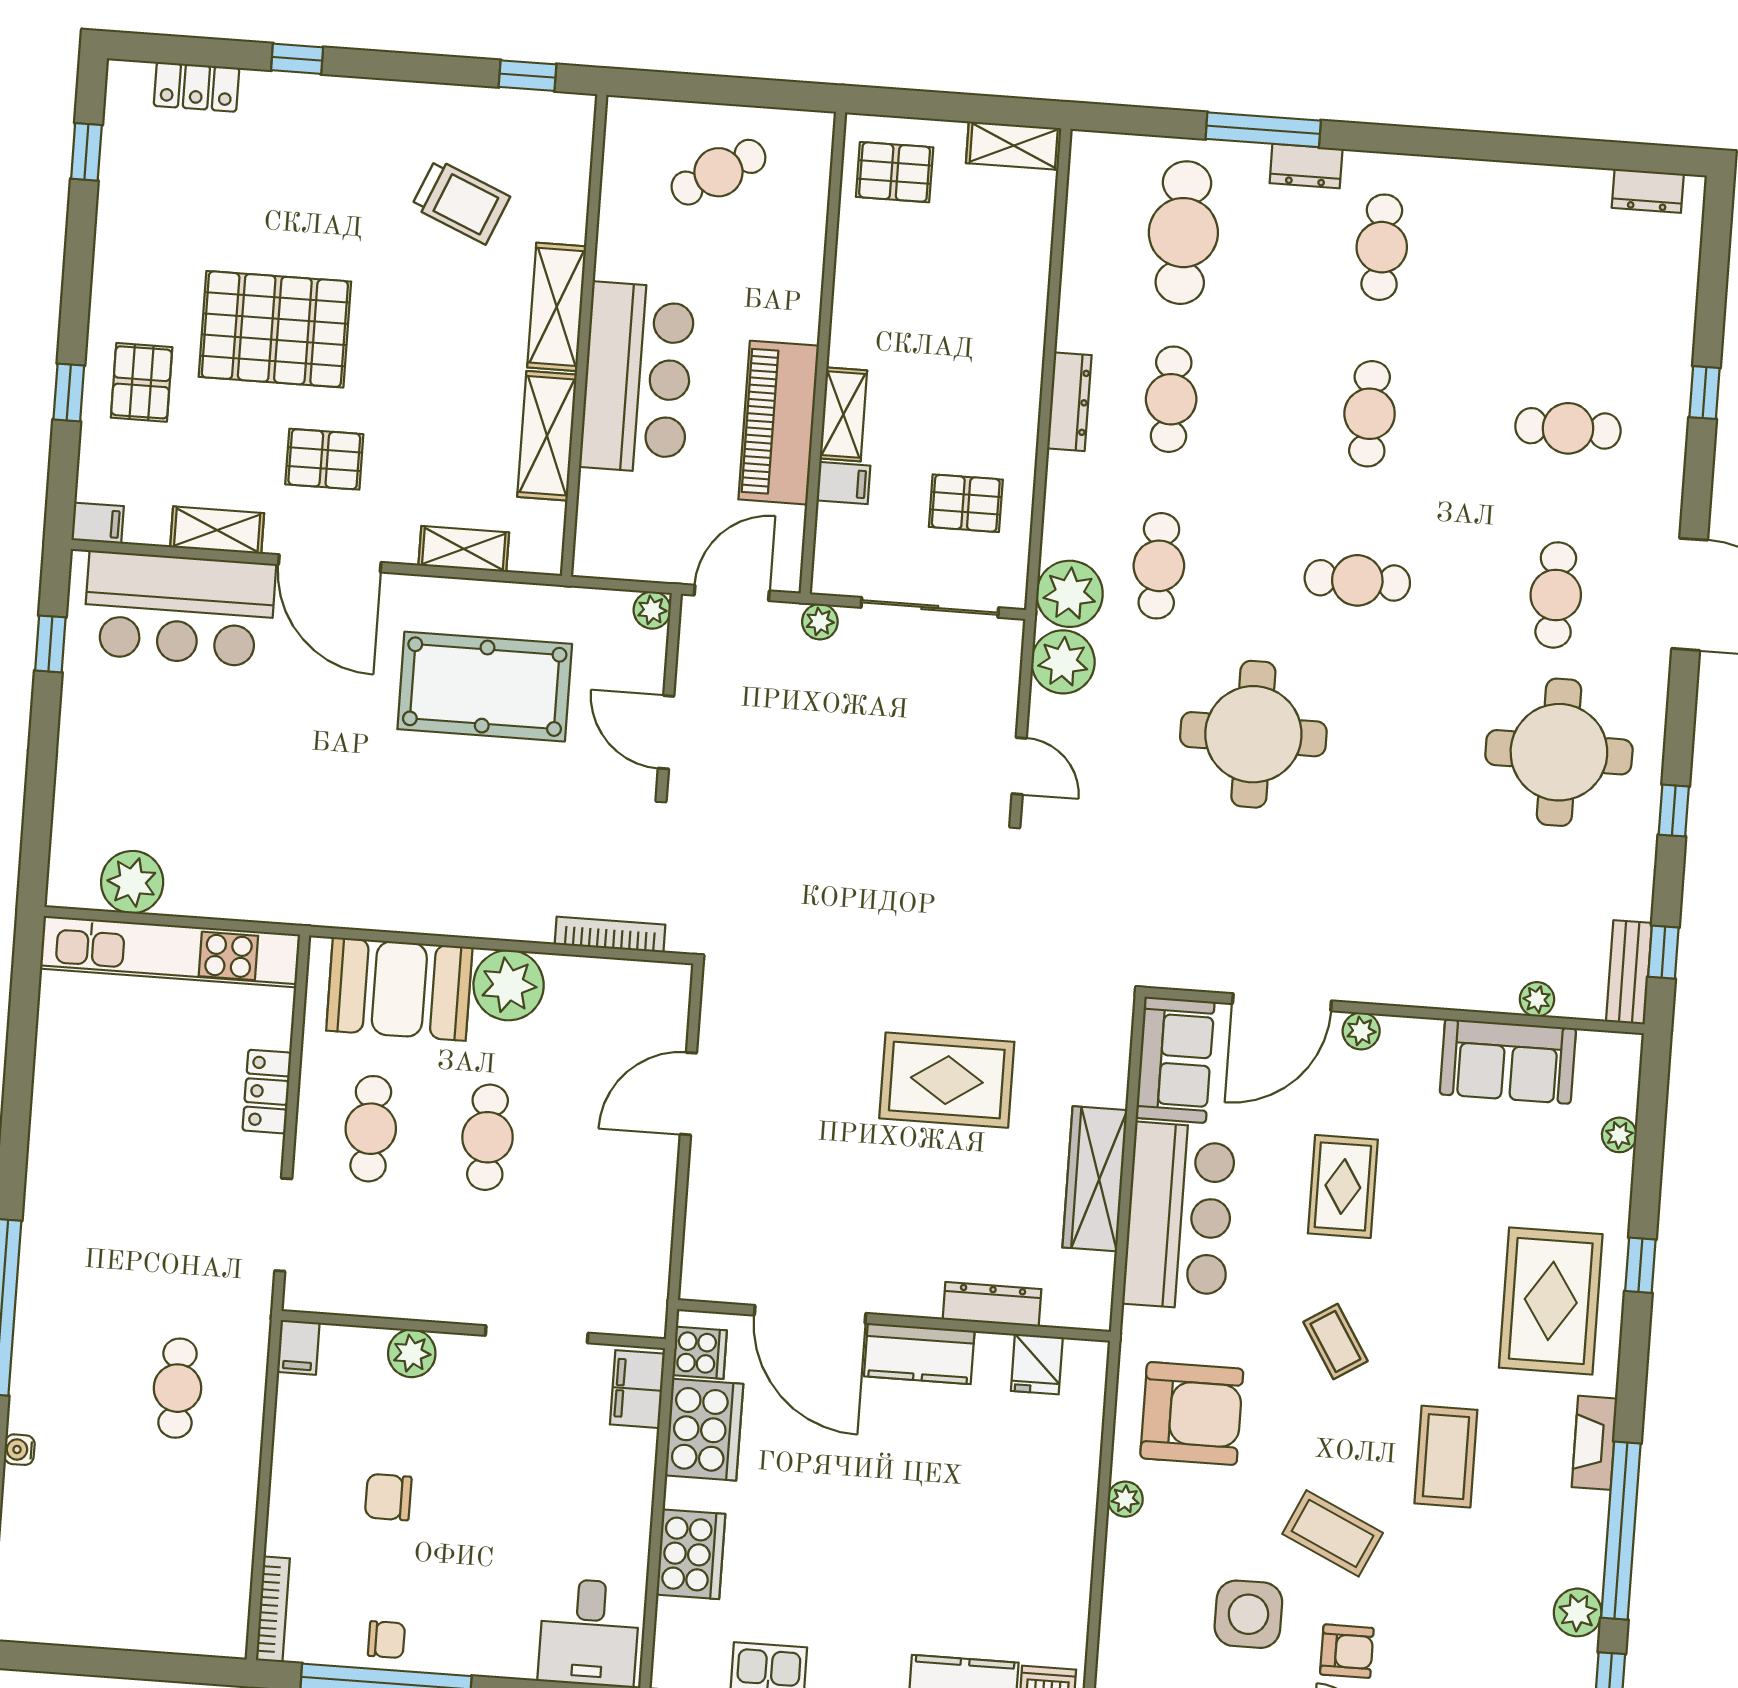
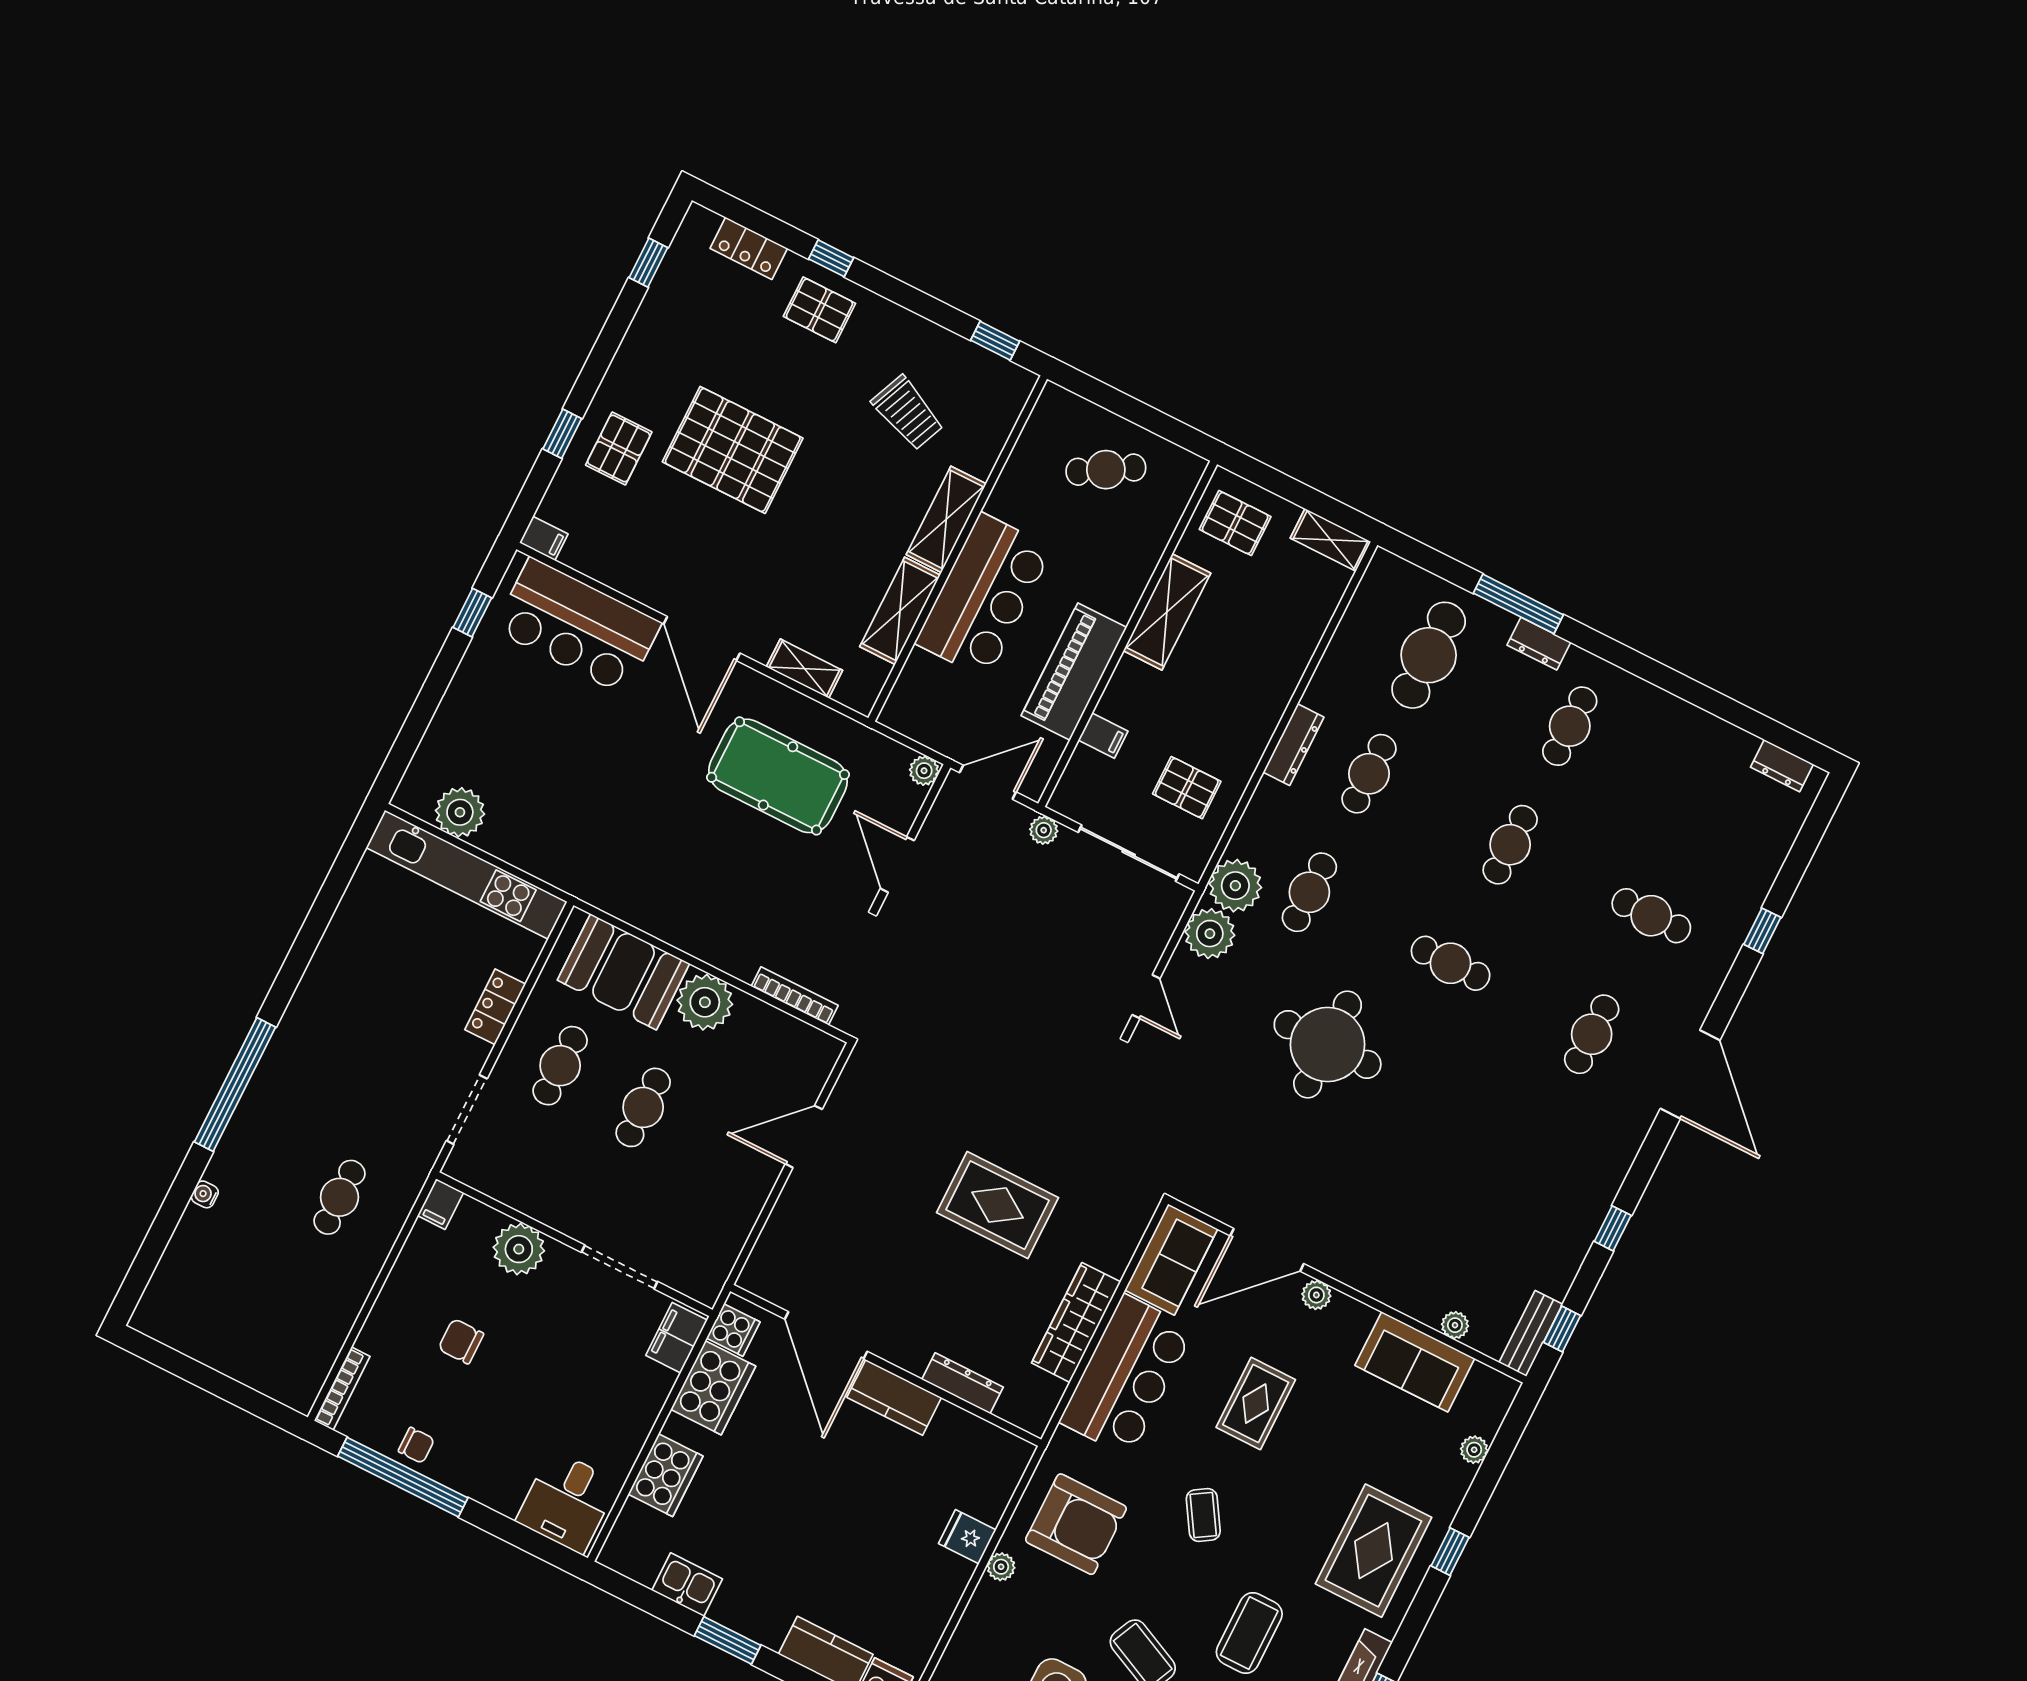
shelving: (843, 414) -> (1167, 612), moved, width x1.50, depth x1.33
pallet: (324, 459) -> (819, 310), moved
shelving: (217, 530) -> (629, 580), removed
round table: (1559, 752) -> (1546, 1151), removed
plant: (412, 1353) -> (519, 1249), width x1.36, depth x1.36
fridge: (1037, 1364) -> (967, 1537), moved, turned 90

